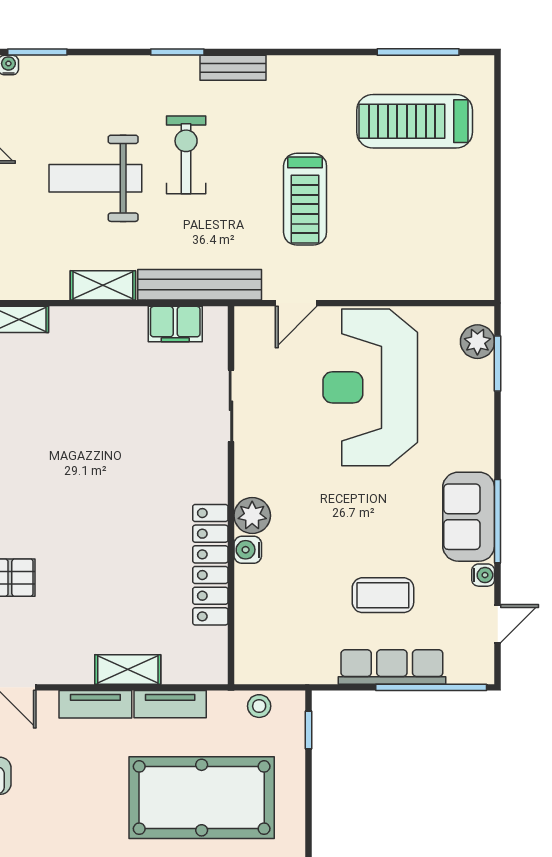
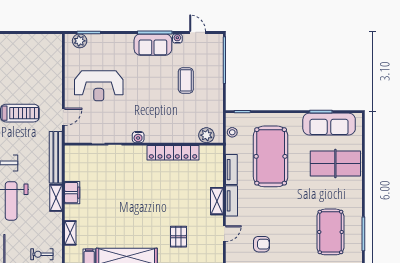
door: (296, 303) -> (63, 117), hinge flipped
filing cabinet: (175, 324) -> (72, 193), moved
reception desk: (370, 387) -> (99, 86), width x0.74, depth x0.77
plant: (252, 516) -> (206, 135), moved
water cooler: (248, 550) -> (138, 137), moved
row of seats: (392, 667) -> (216, 77), removed
shelving: (128, 670) -> (217, 201), moved

